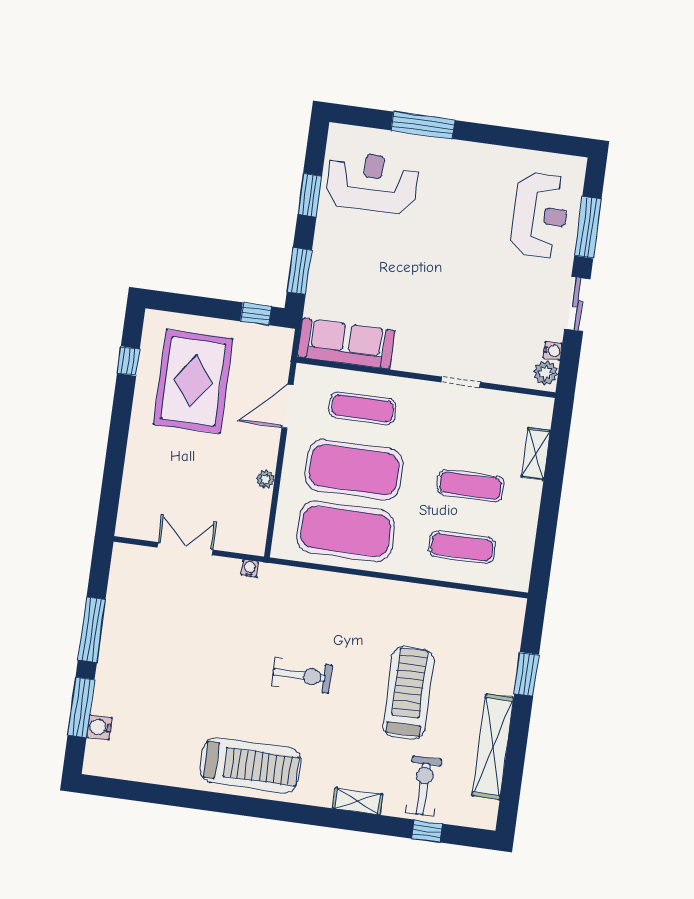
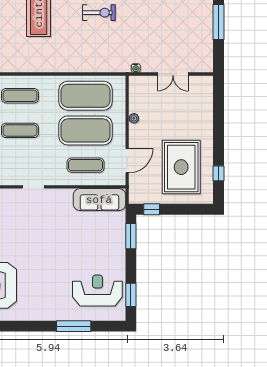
reception desk: (372, 183) -> (97, 291), turned 180
window: (310, 195) -> (131, 295), moved
exercise bike: (302, 675) -> (99, 13), turned 180

